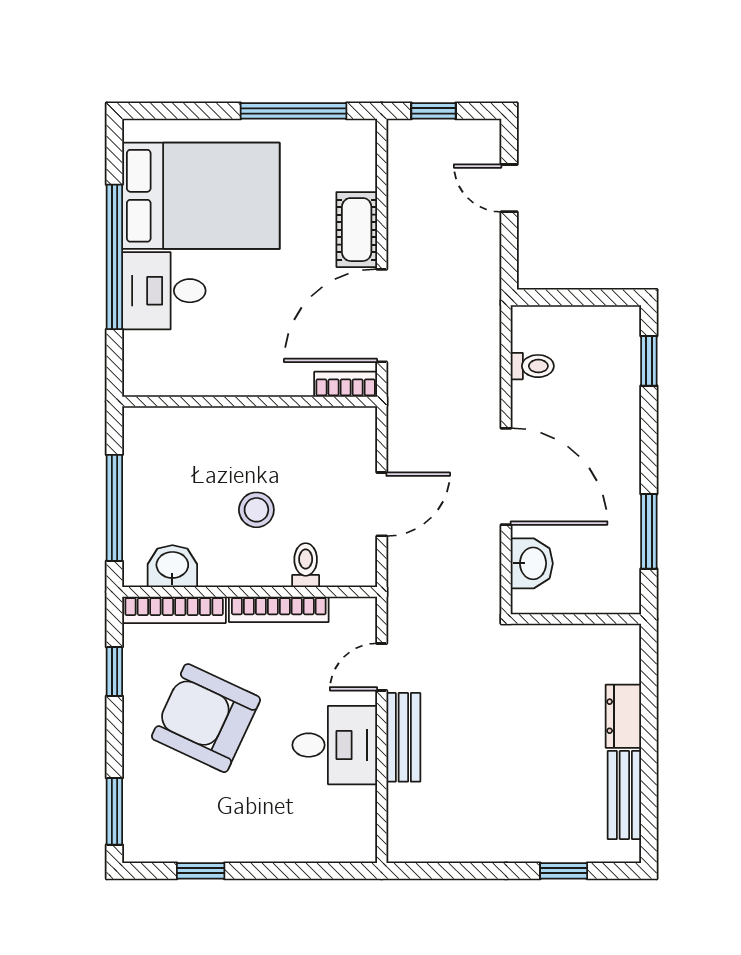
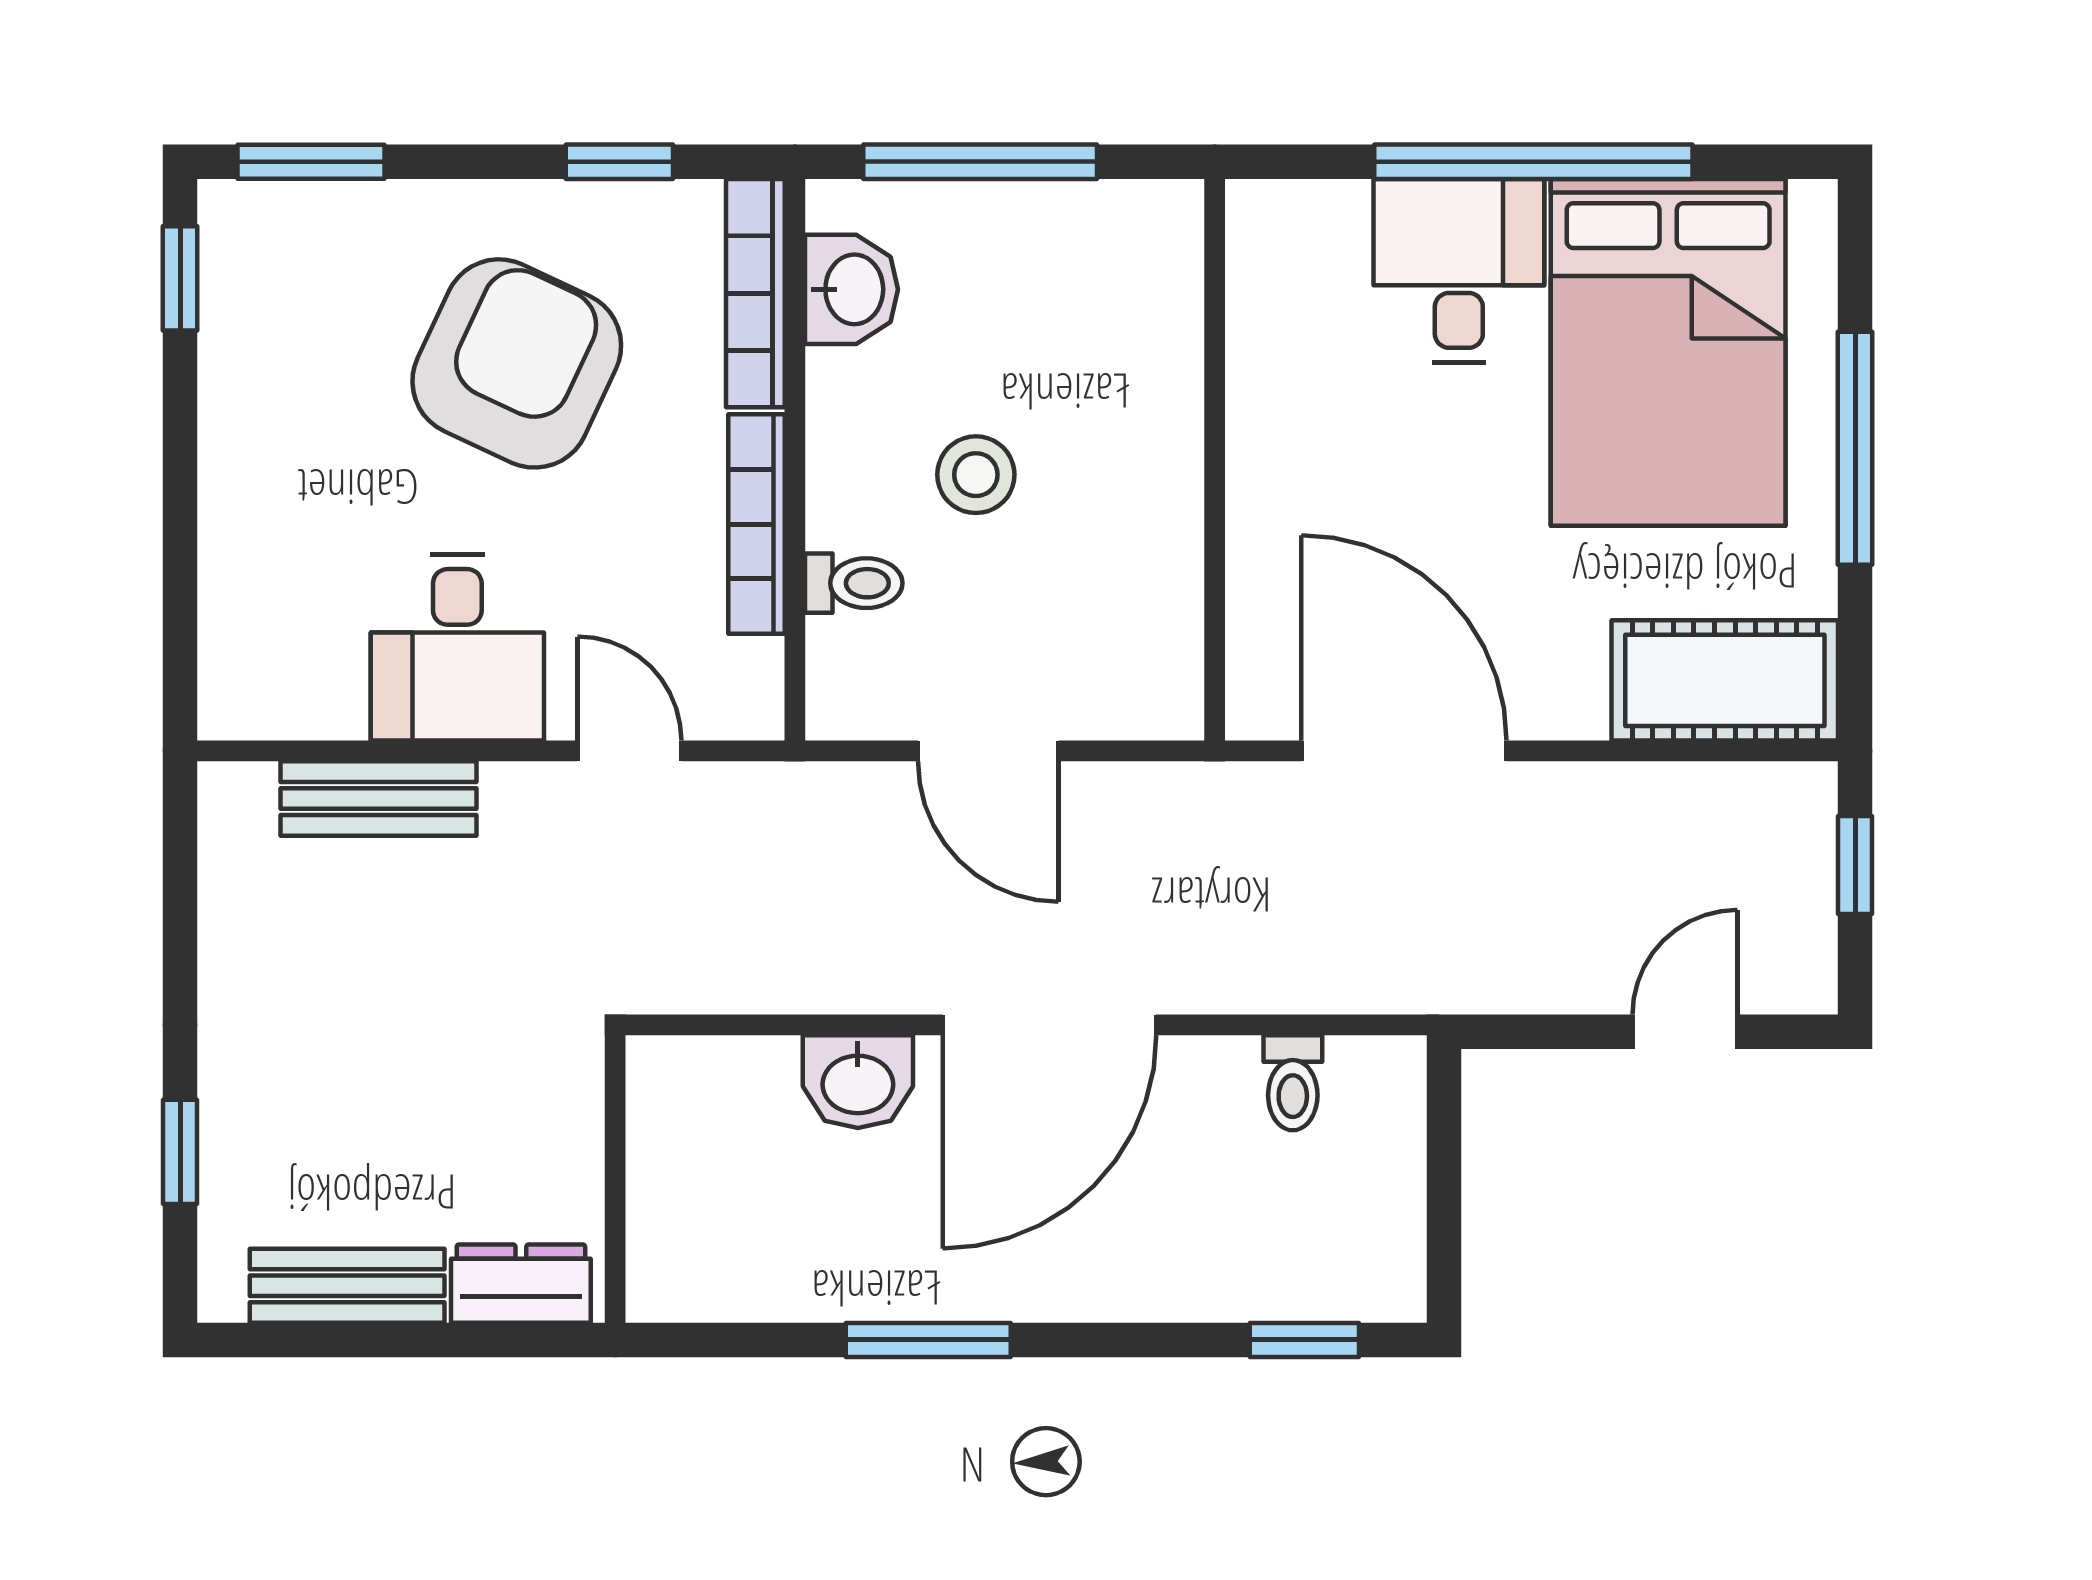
window: (294, 111) -> (1855, 448), moved
cot: (357, 230) -> (1725, 680), moved, width x1.37, depth x1.34
bookcase: (346, 384) -> (1253, 671), removed
wall: (576, 619) -> (615, 1179), moved
bench: (403, 737) -> (379, 798), moved
window: (201, 871) -> (180, 278), moved

